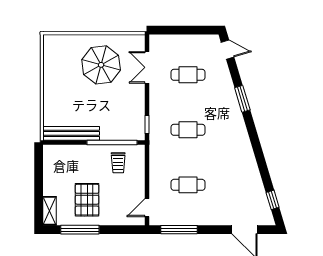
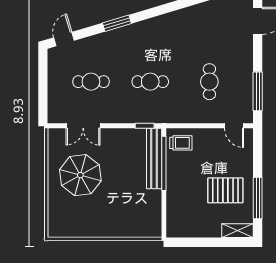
cafe table: (188, 75) -> (91, 82), turned 90
cafe table: (188, 130) -> (150, 82), turned 90
bench: (71, 133) -> (154, 158), moved
trolley: (118, 163) -> (181, 143), moved

